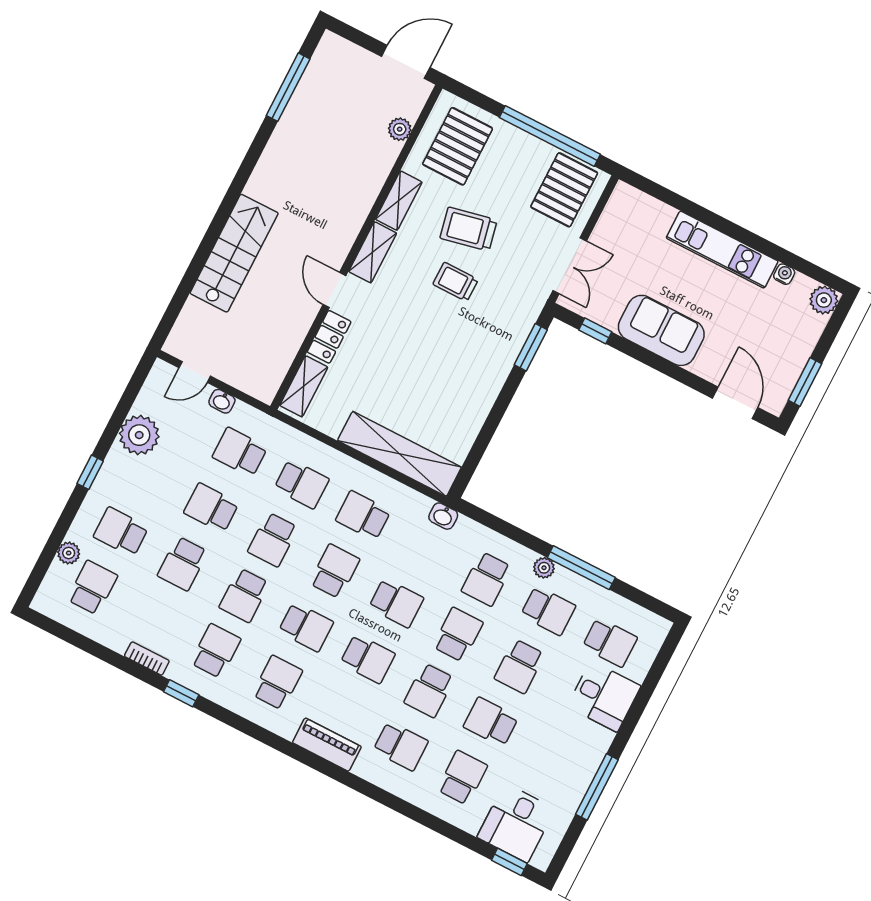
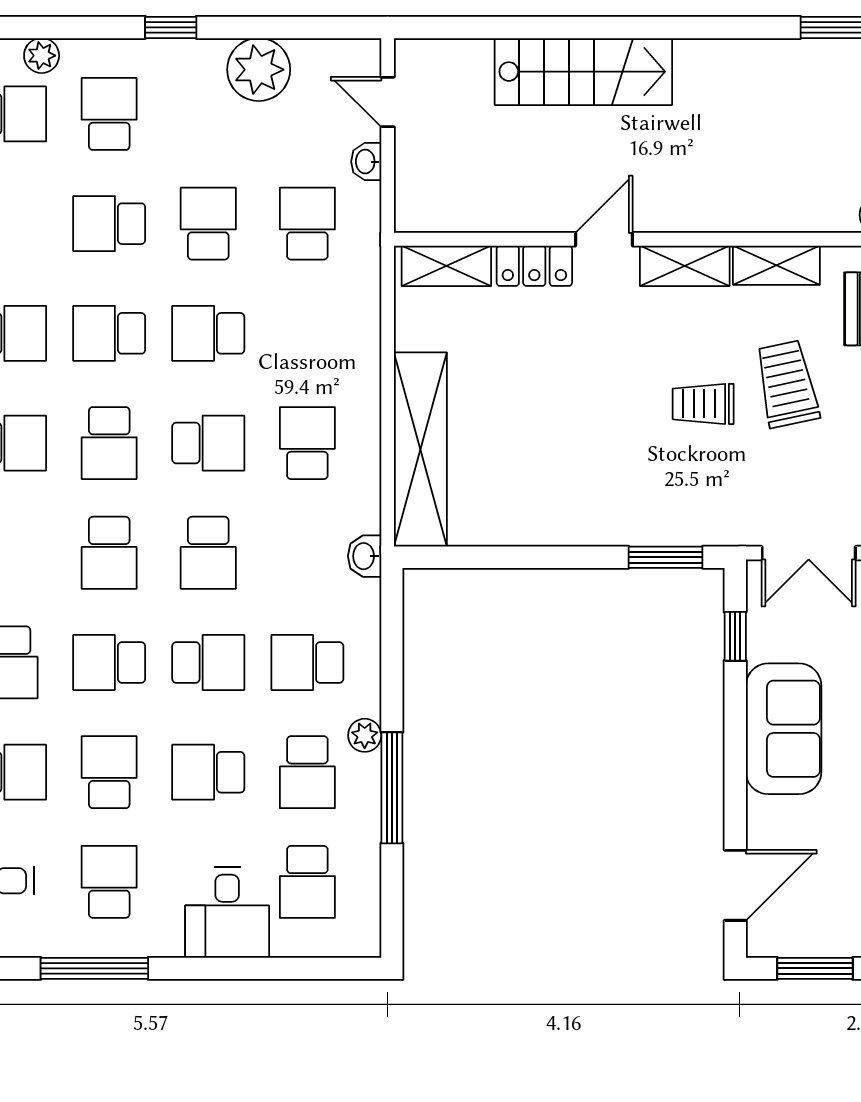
trolley: (456, 282) -> (703, 404), turned -90
school desk: (302, 484) -> (109, 882), moved, turned 180

